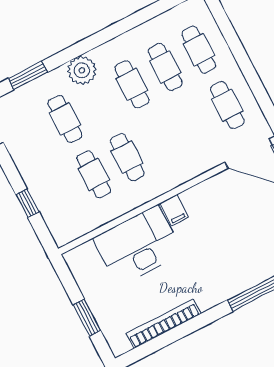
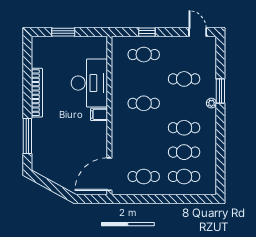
plant: (82, 70) -> (211, 103), width x0.53, depth x0.53
window: (28, 75) -> (220, 91), moved
cafe table: (94, 174) -> (144, 55), moved
bookcase: (164, 324) -> (37, 93), moved

